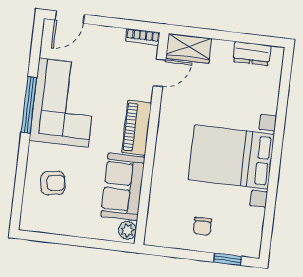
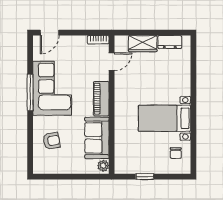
wardrobe: (189, 48) -> (143, 44), moved
bed with nightstands: (231, 157) -> (164, 118), width x0.73
chair: (202, 226) -> (176, 153), moved
window: (228, 259) -> (145, 177), moved

